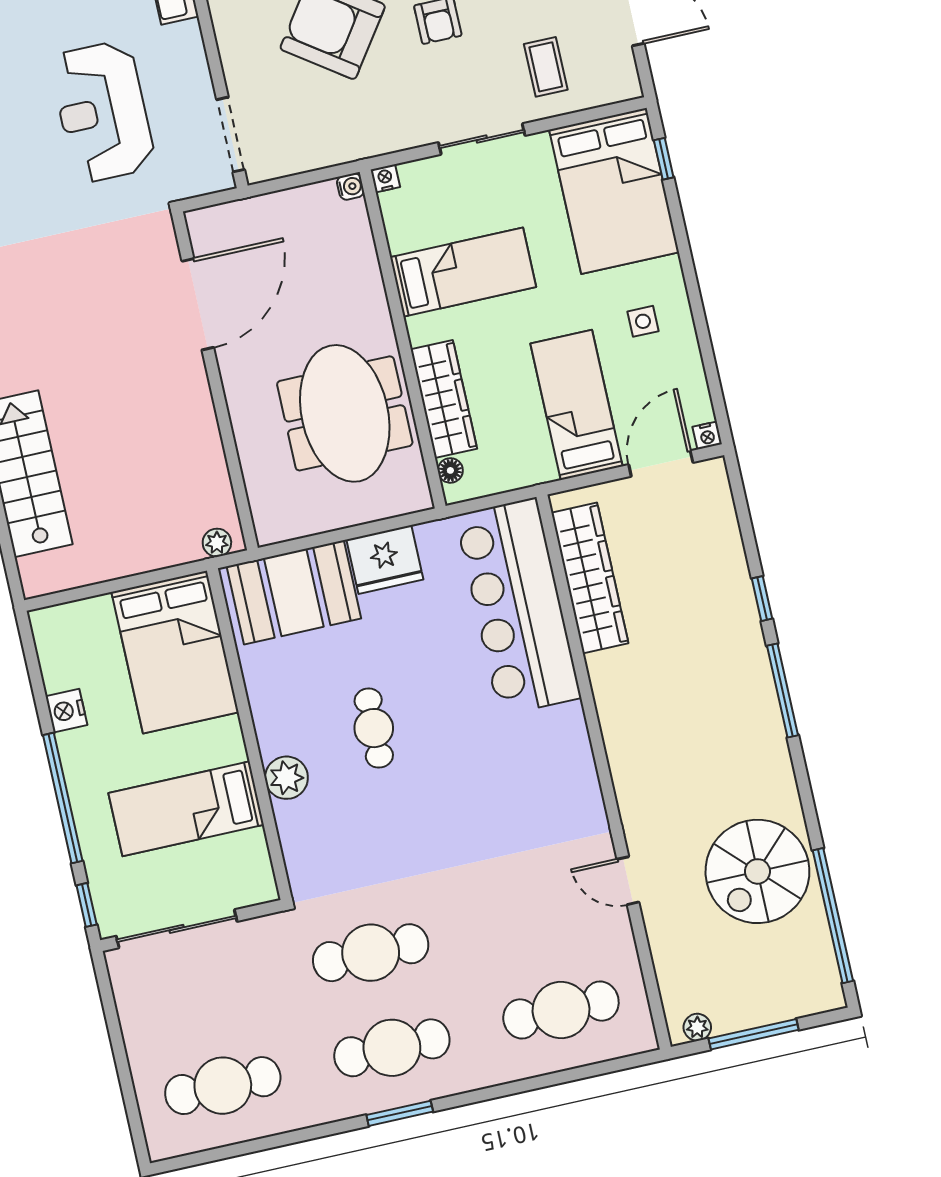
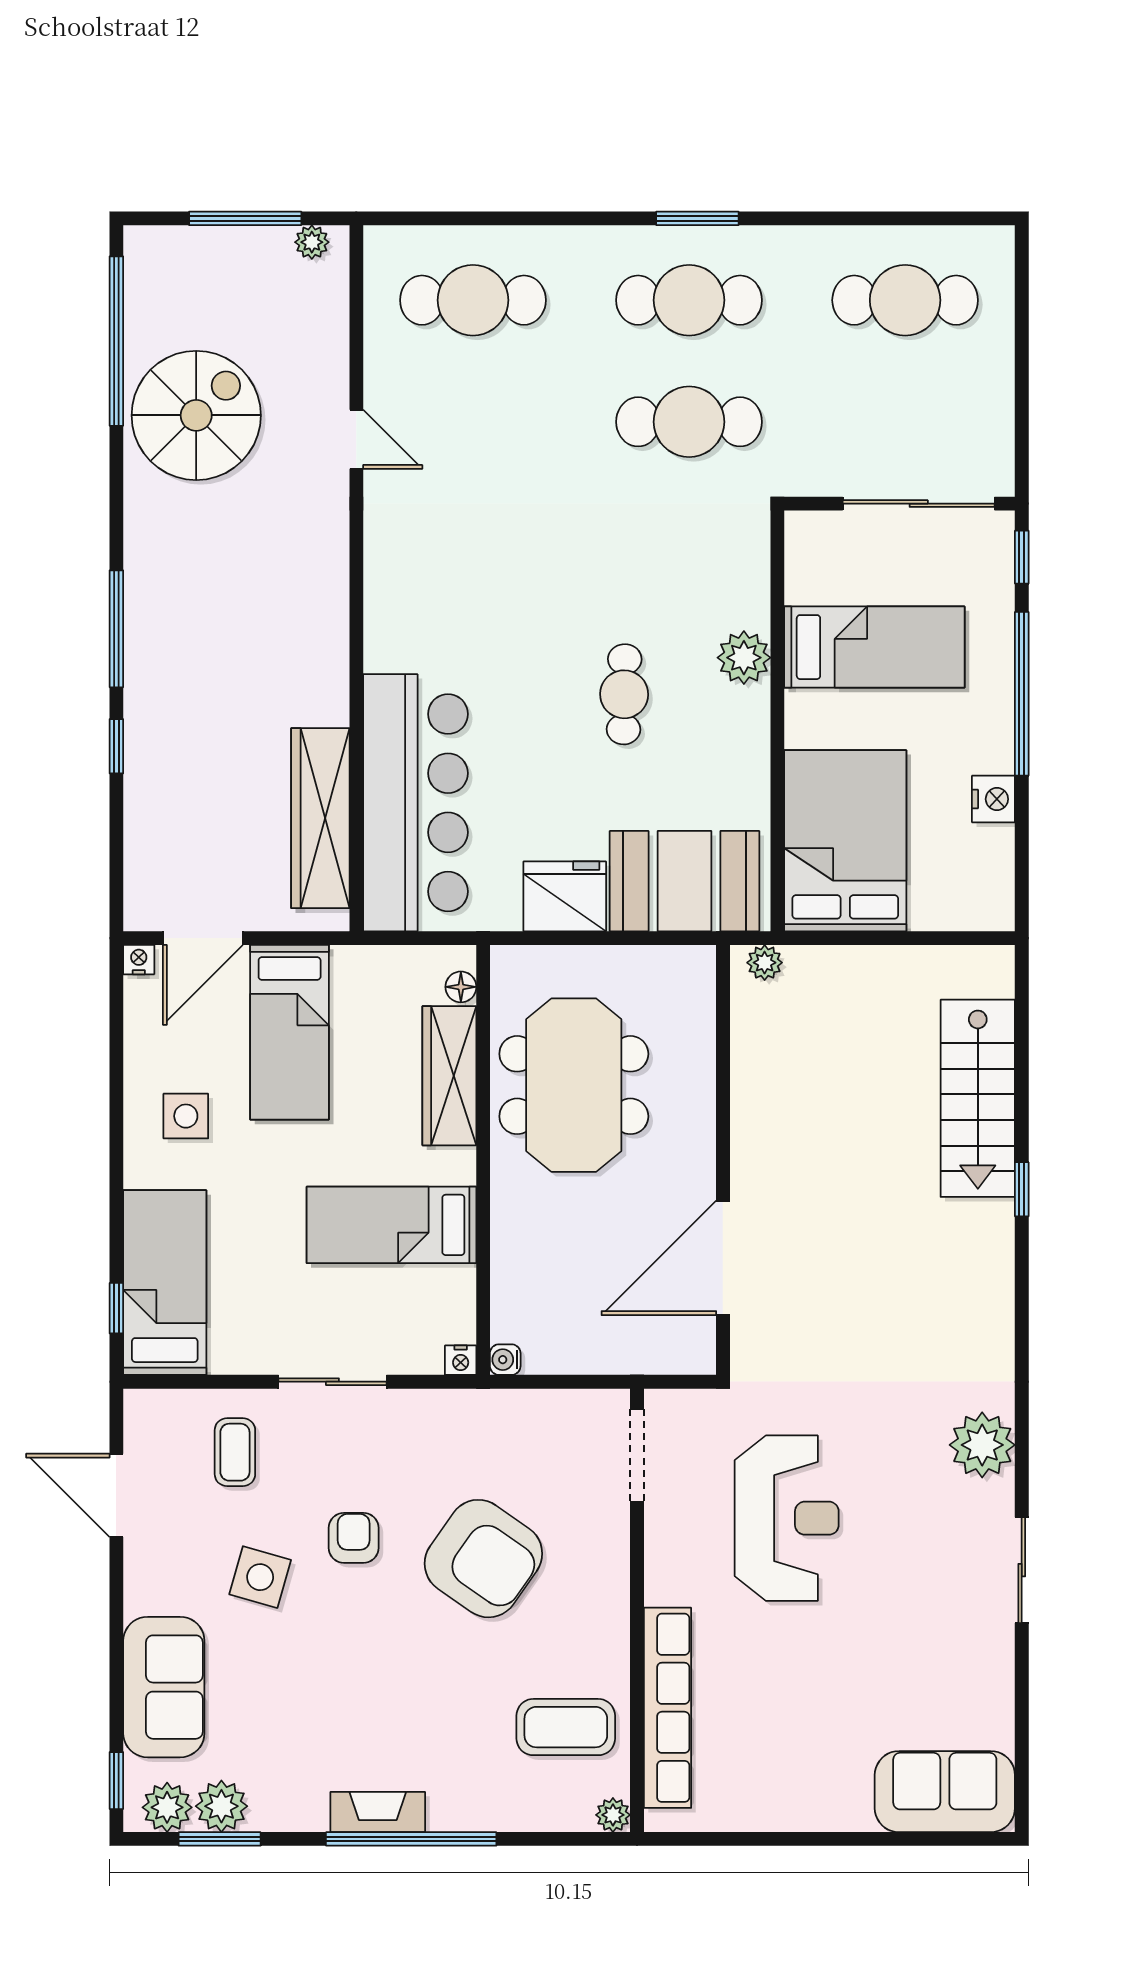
bed: (614, 191) -> (165, 1283), width x0.67
side table: (643, 321) -> (186, 1116), width x1.37, depth x1.37

